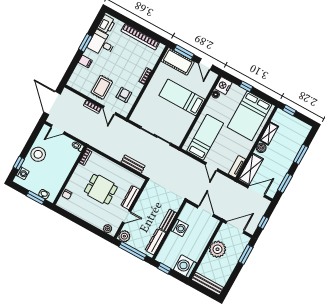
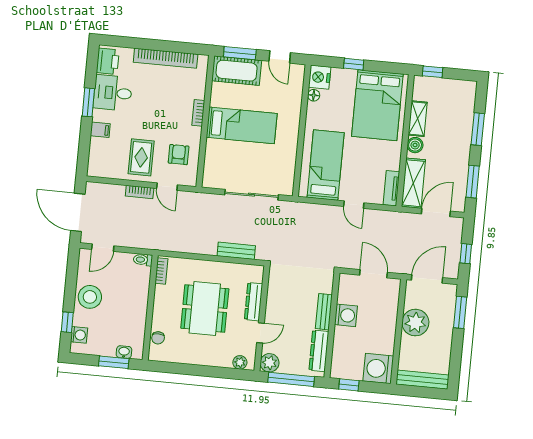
bed: (182, 97) -> (242, 125), moved, turned 180
dining table: (101, 189) -> (205, 308), width x1.38

